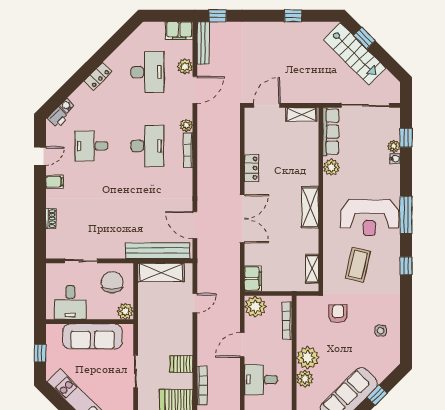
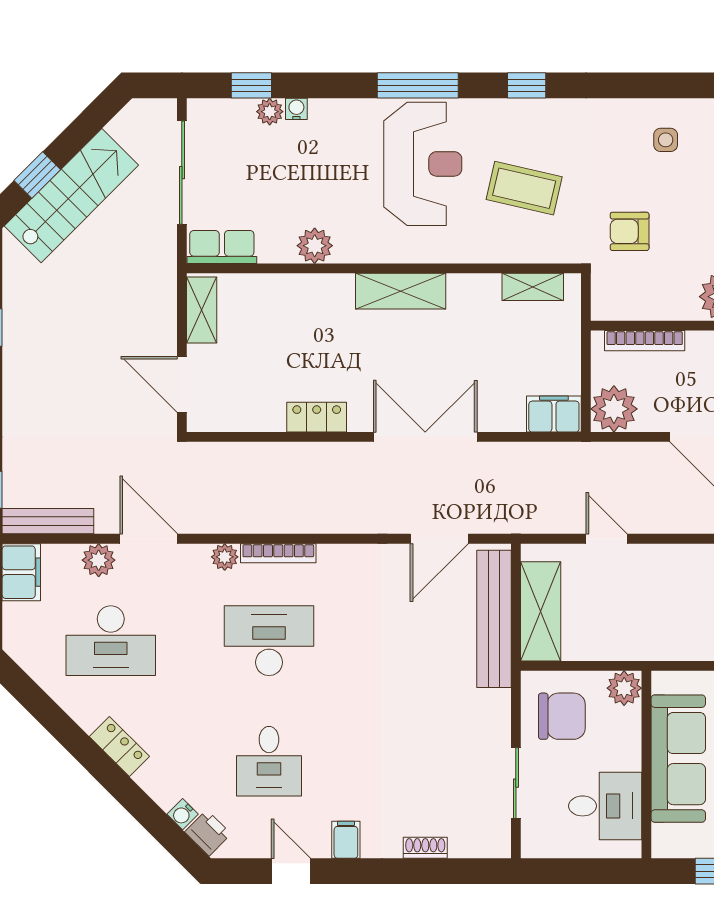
desk: (147, 72) -> (111, 641), turned 180
row of seats: (331, 132) -> (222, 247), width x0.68
chair: (112, 282) -> (562, 716), turned 180

